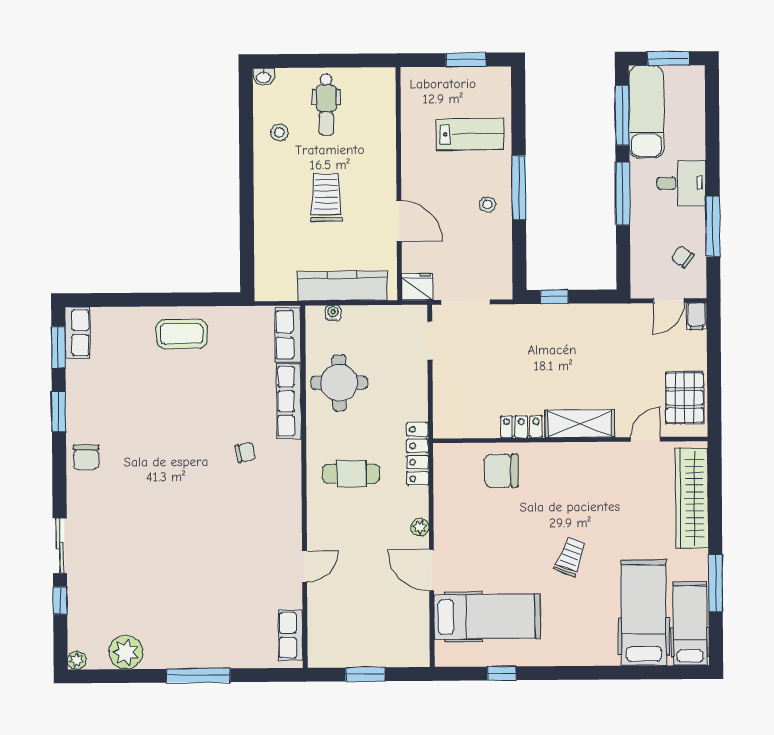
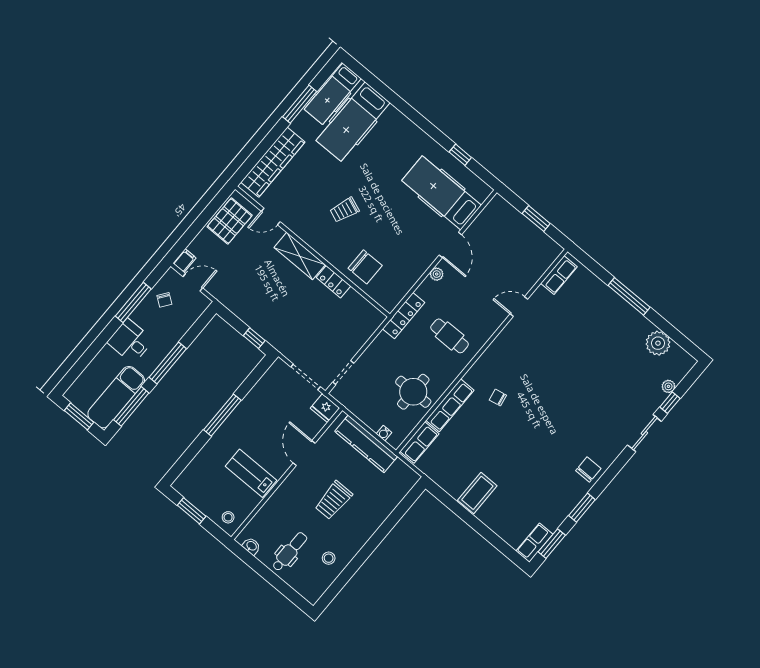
washbasin: (264, 77) -> (251, 546), moved
lab bench: (470, 134) -> (251, 473), moved
stool: (488, 205) -> (228, 517), moved
coffee table: (182, 334) -> (477, 493), turned 90
trolley: (570, 557) -> (344, 210), moved
plant: (77, 660) -> (668, 386), moved

